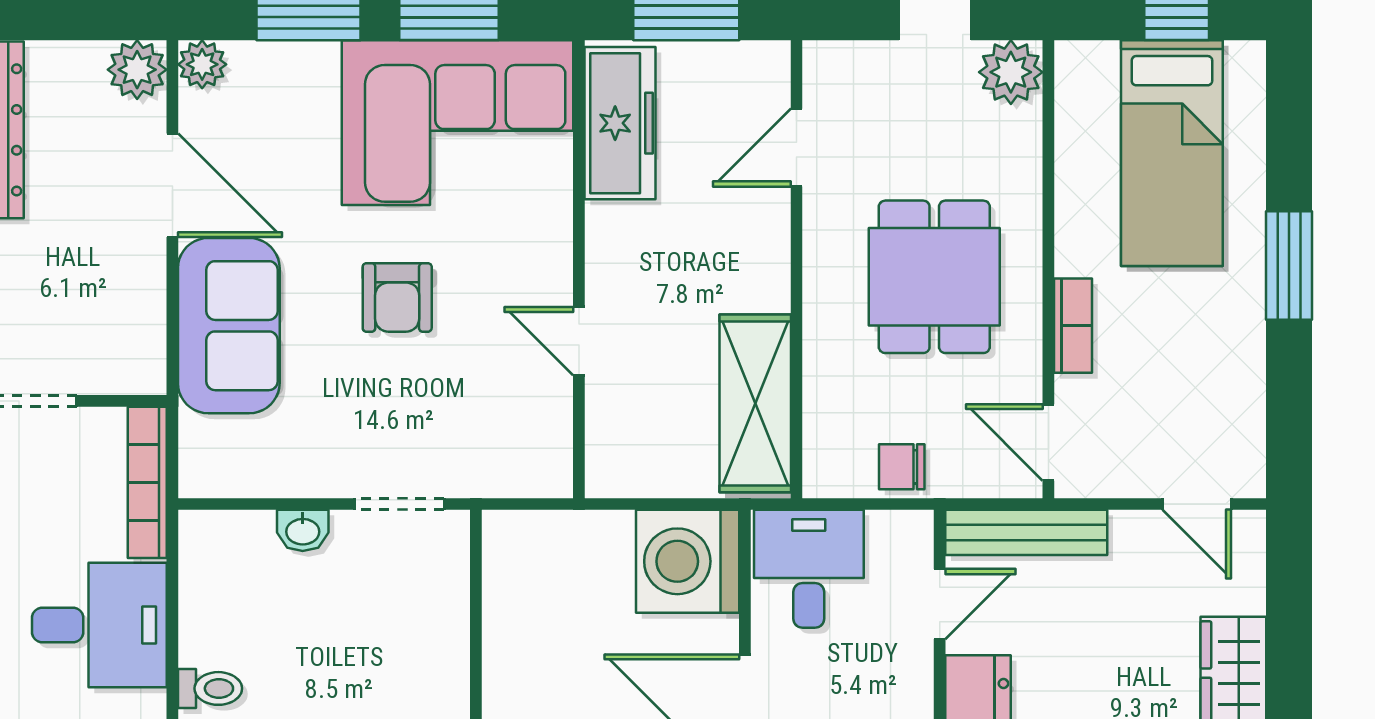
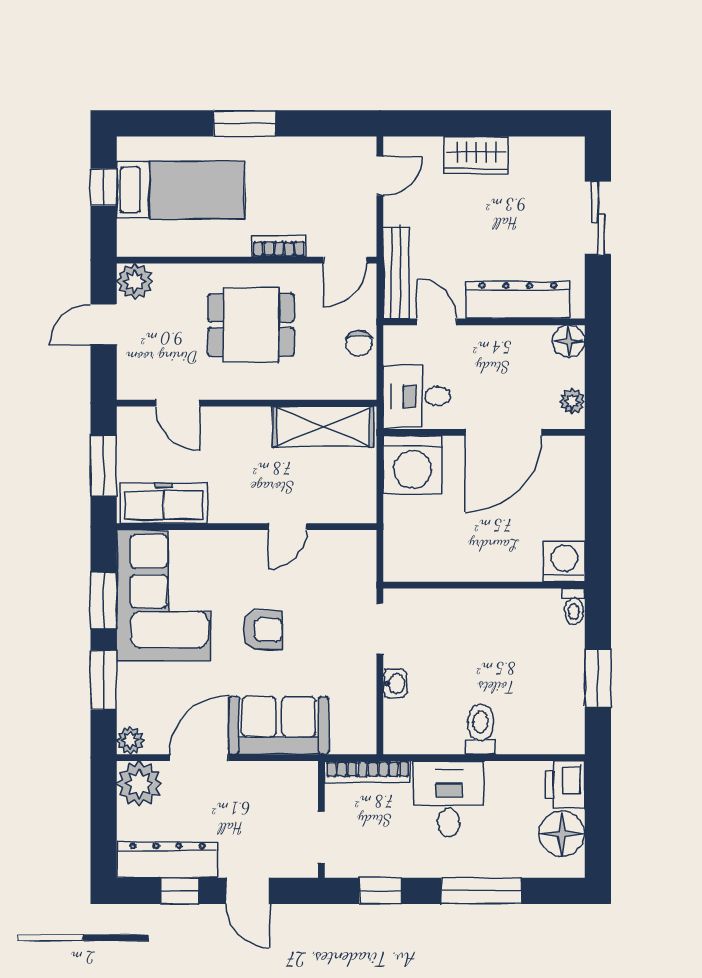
plant: (137, 70) -> (139, 784), width x1.36, depth x1.36
toilet: (210, 688) -> (481, 729), width x1.37, depth x1.39

